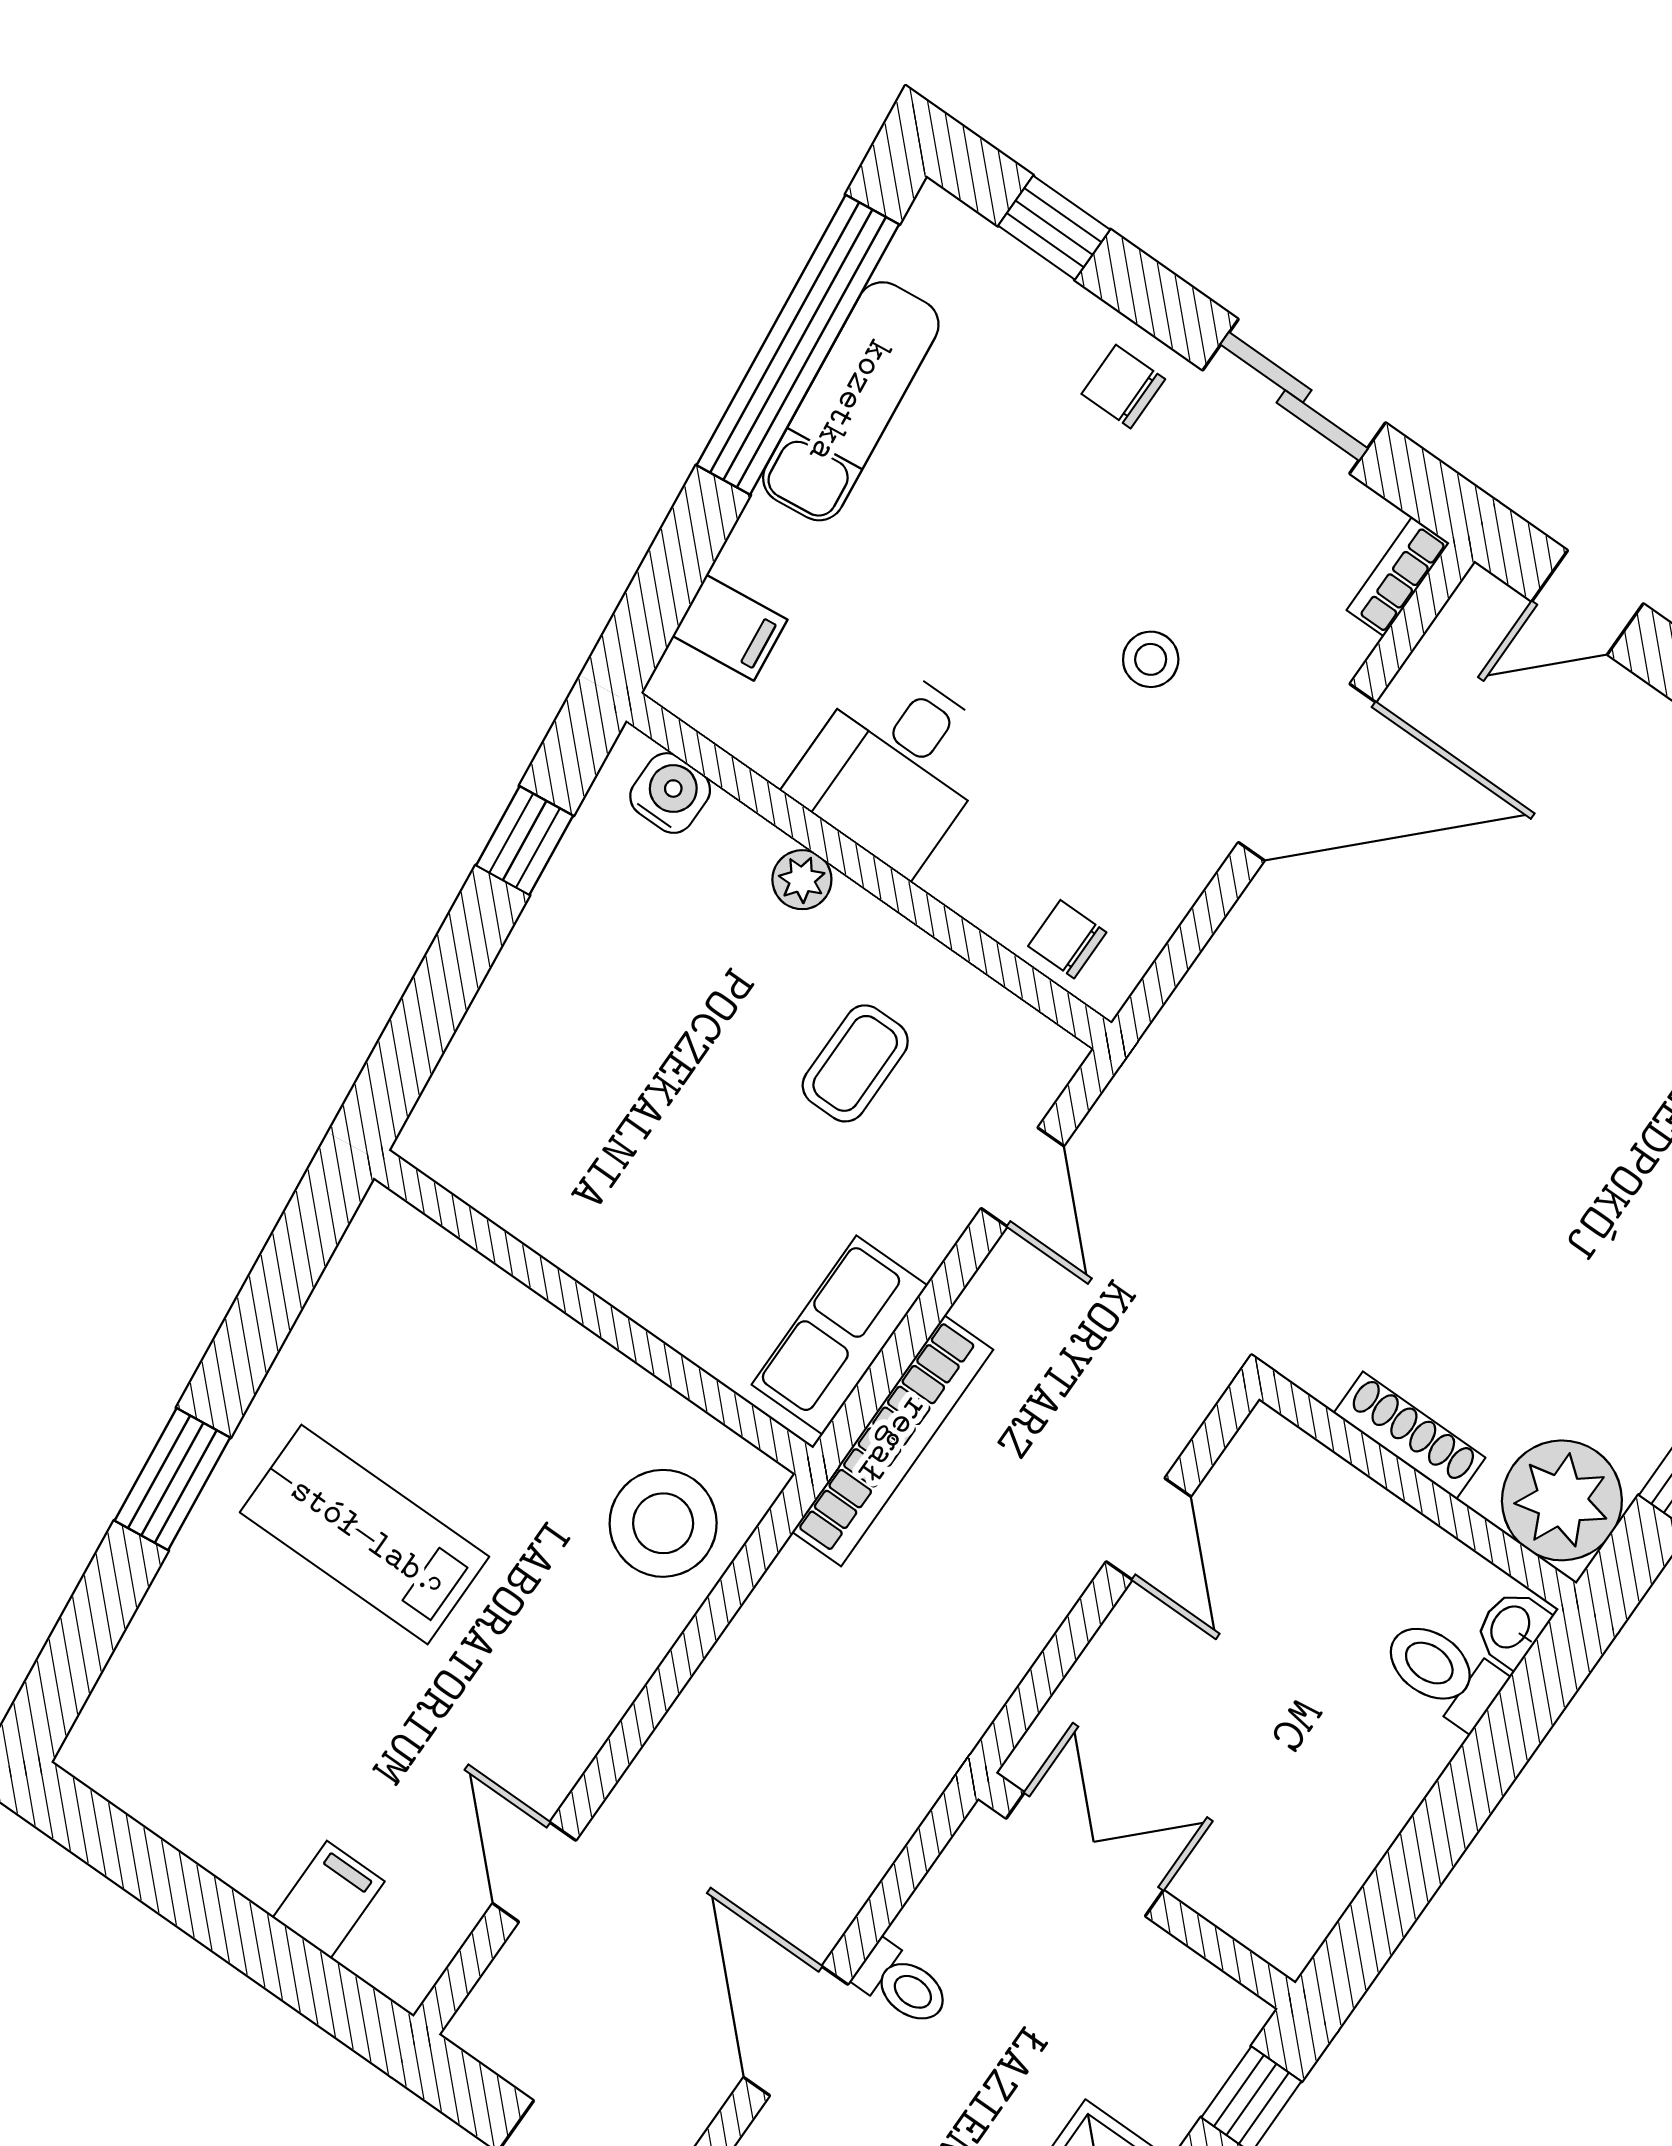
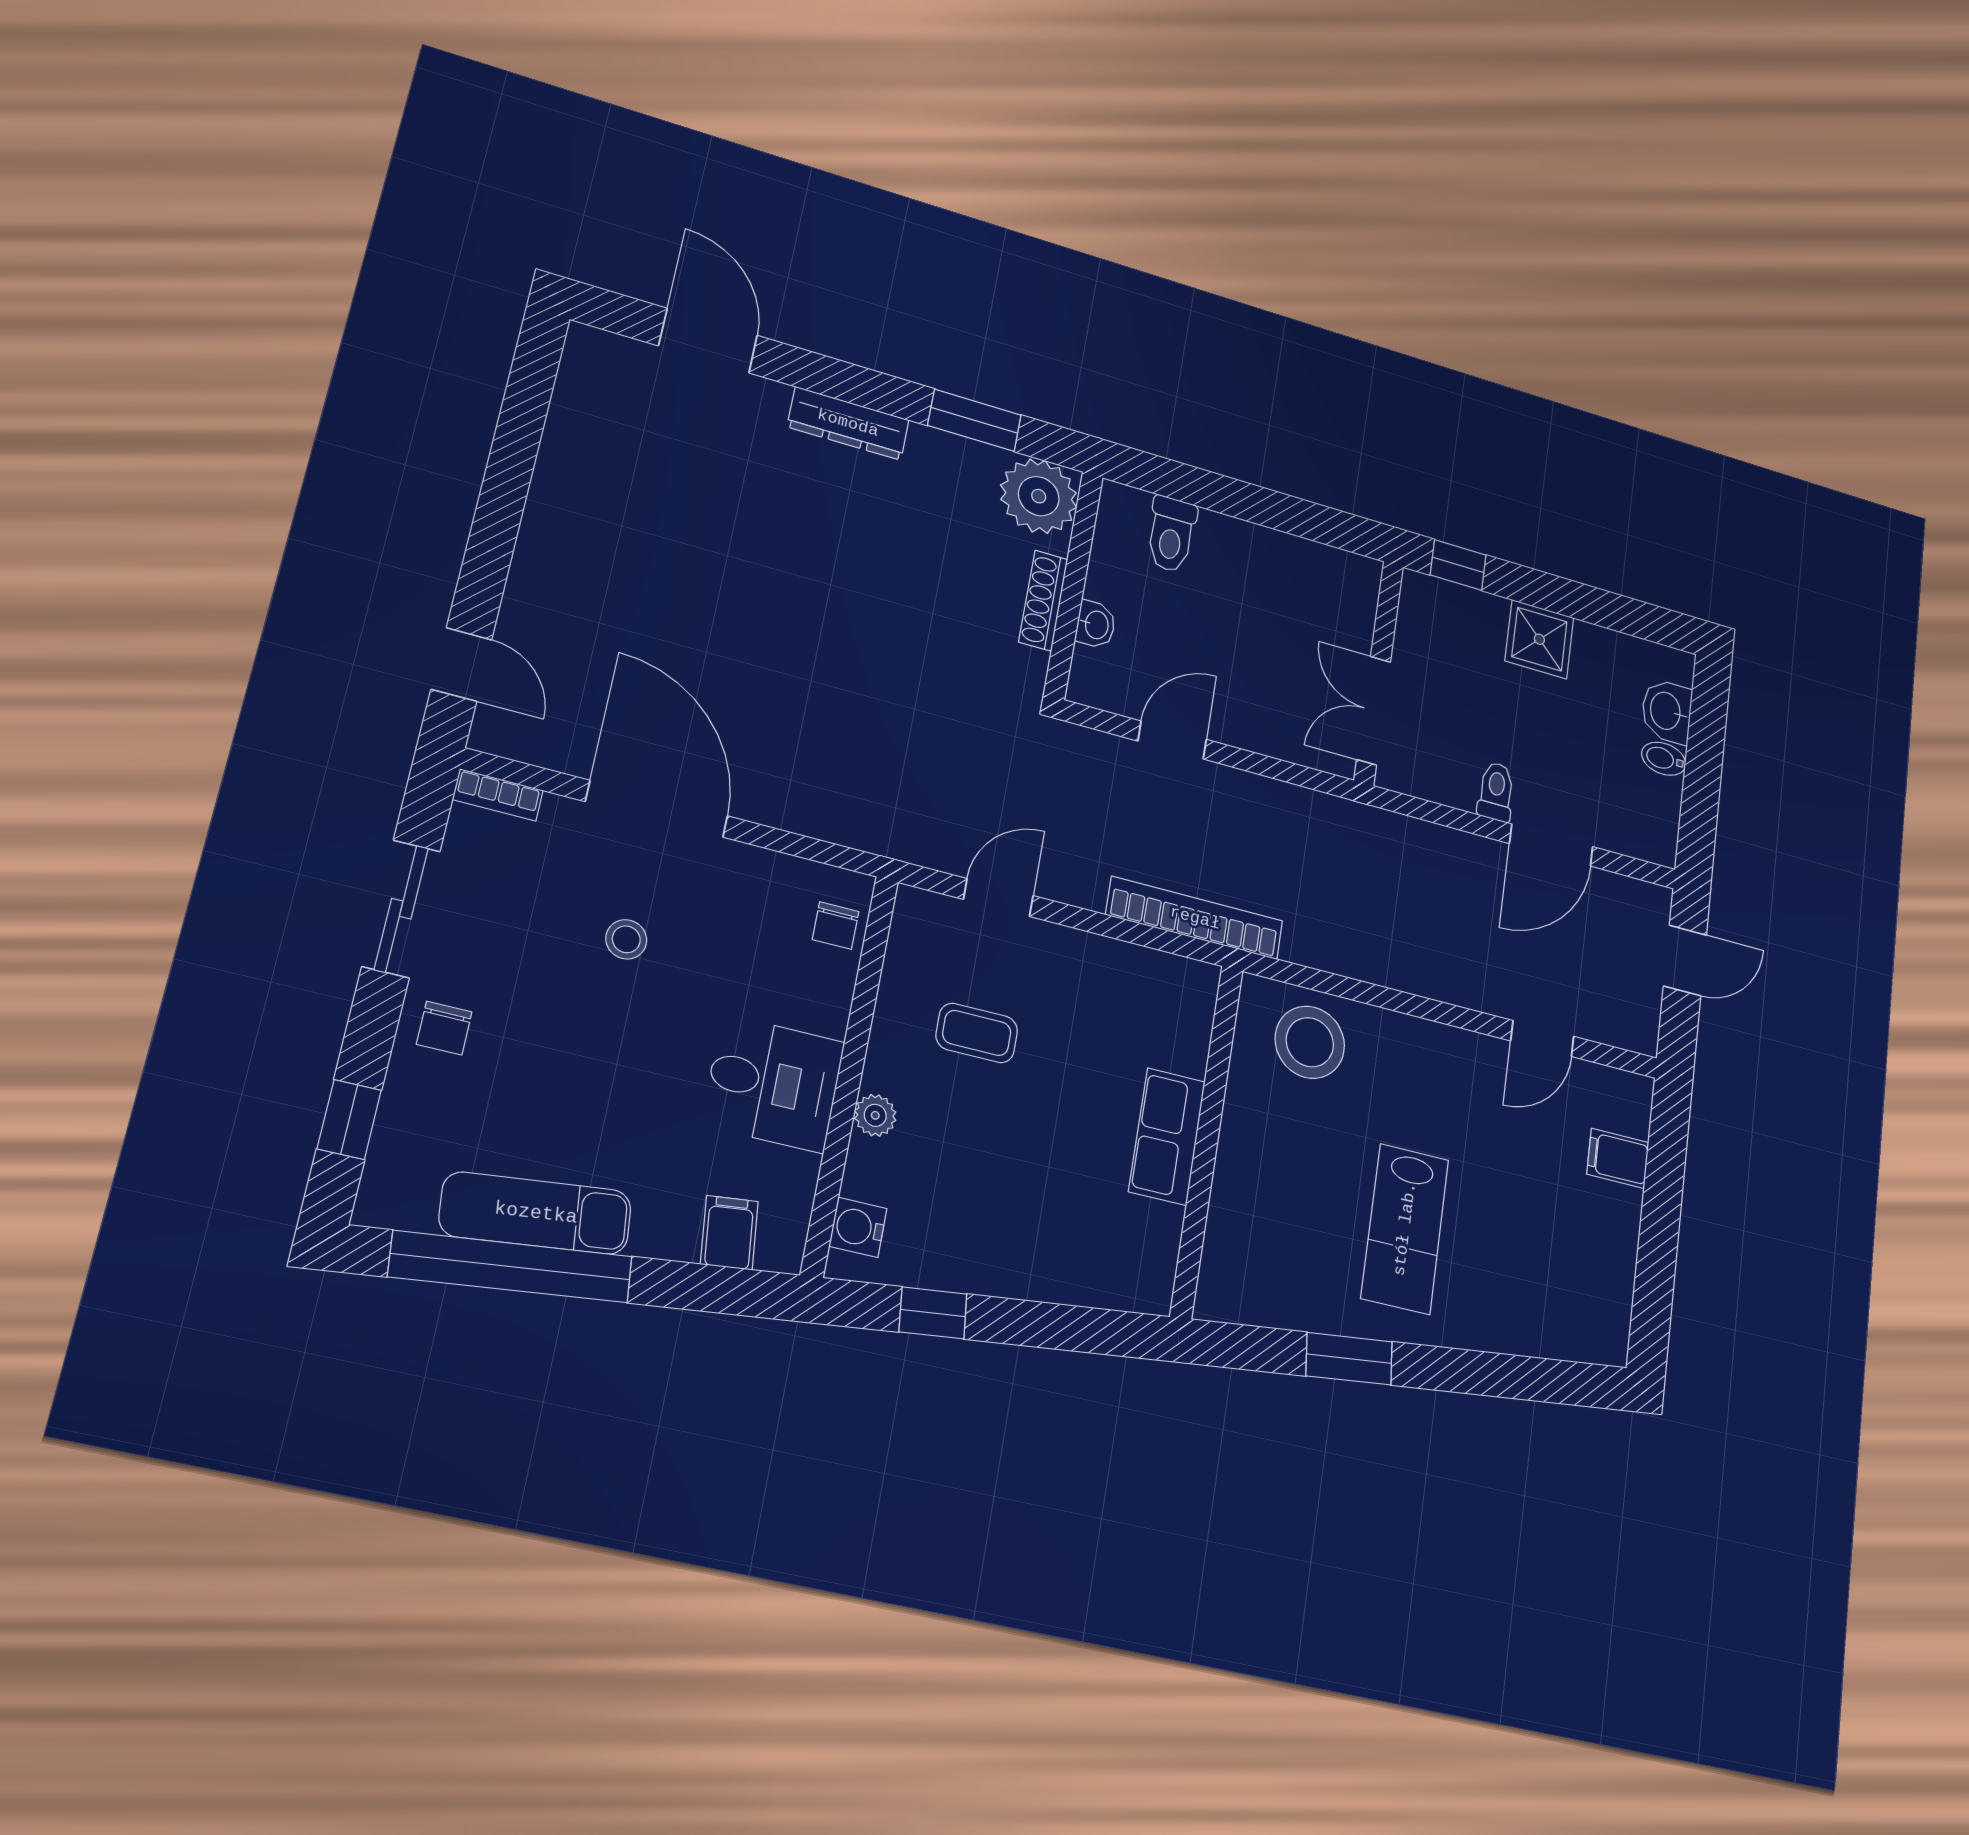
row of seats: (840, 1335) -> (1167, 1136), moved, turned 90
window: (172, 1479) -> (1349, 1359), moved
washbasin: (1512, 1628) -> (1096, 625), moved, turned -90

